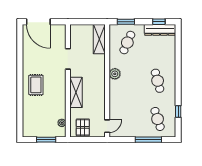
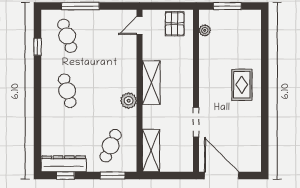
door: (38, 22) -> (222, 175), moved
shelving: (76, 92) -> (151, 83), moved

